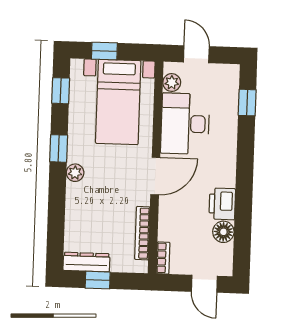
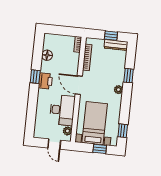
window: (247, 103) -> (35, 77), moved
window: (59, 148) -> (129, 76), moved
door: (155, 176) -> (79, 85), hinge flipped
printer: (222, 204) -> (45, 81), moved
door: (204, 284) -> (58, 30), removed

